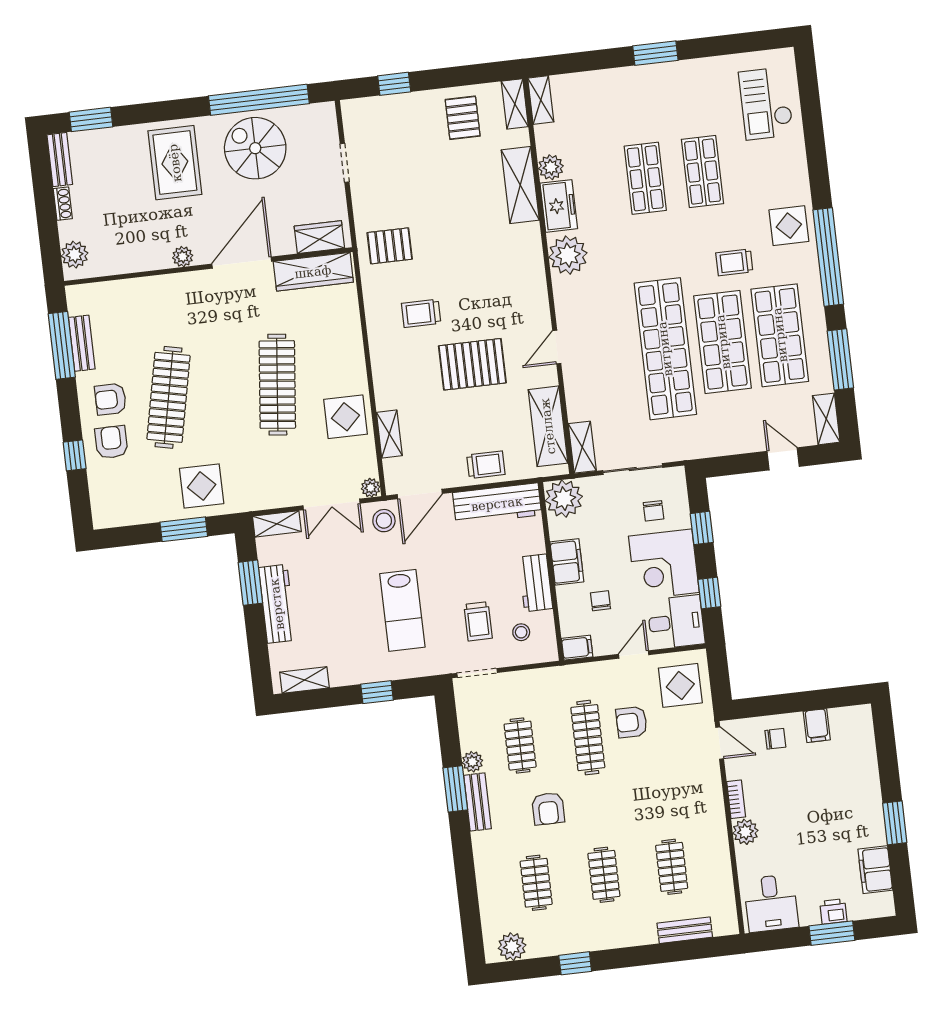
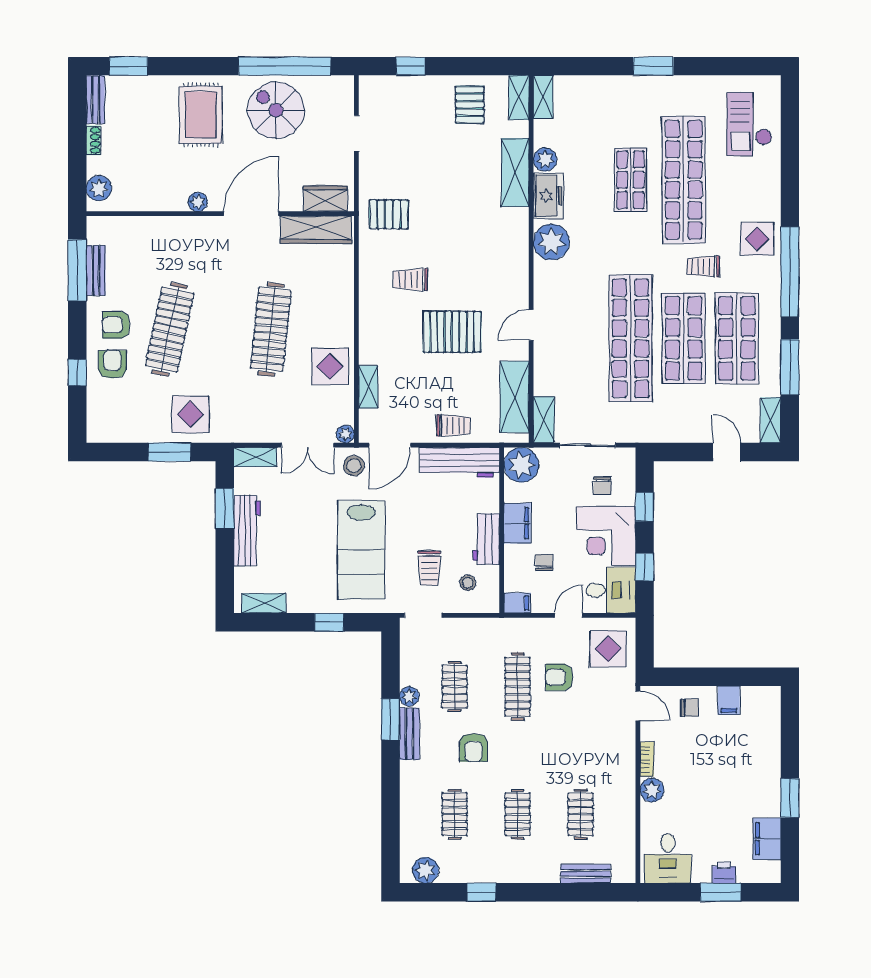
shop shelf: (702, 171) -> (684, 180), width x2.00, depth x1.36
lab bench: (402, 610) -> (361, 550), width x1.36, depth x1.39

